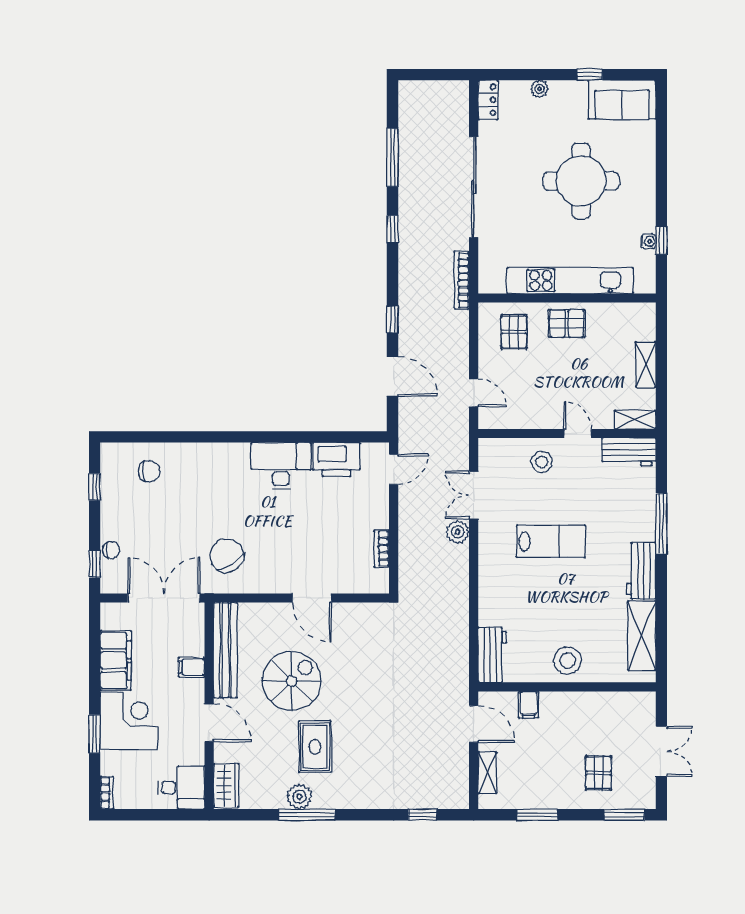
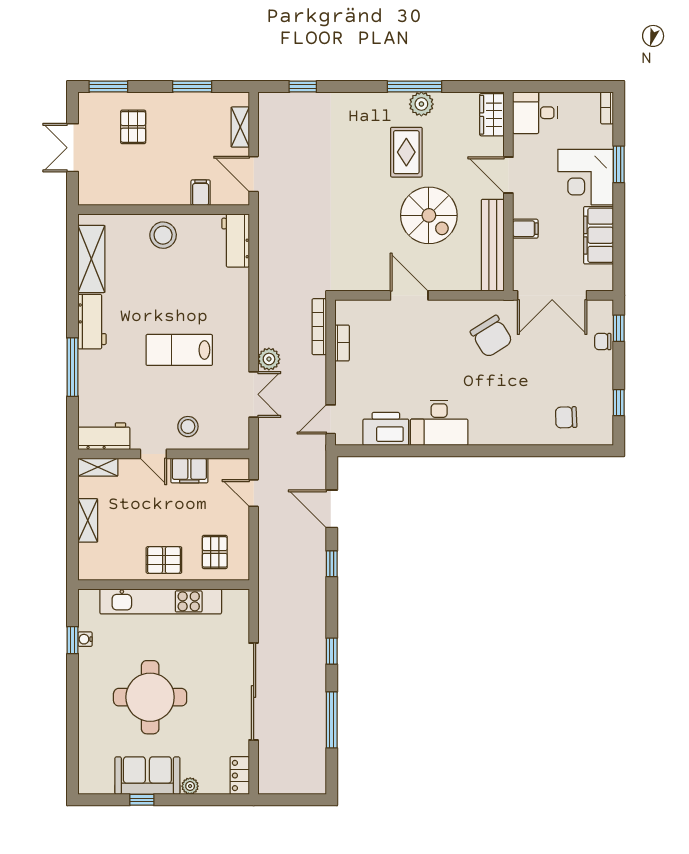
sofa: (622, 100) -> (147, 776), moved
bookcase: (462, 280) -> (319, 327), moved, turned 180
filing cabinet: (540, 416) -> (189, 471), added
spiral stairs: (292, 681) -> (429, 215), turned -90

